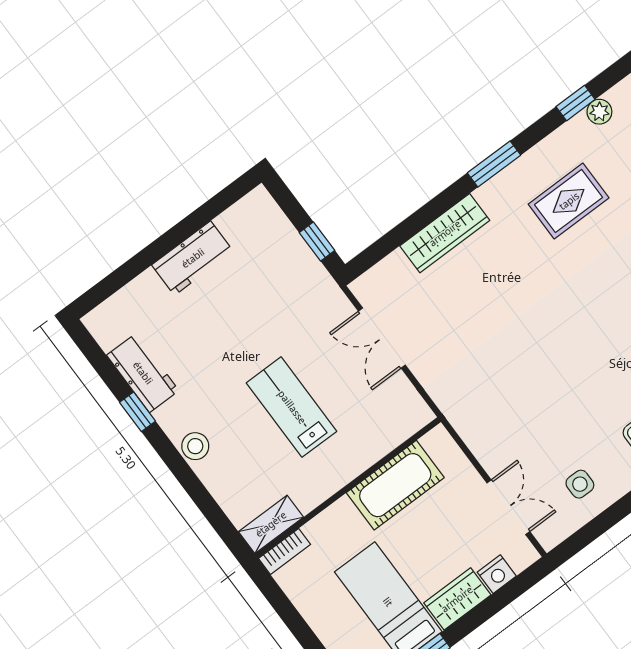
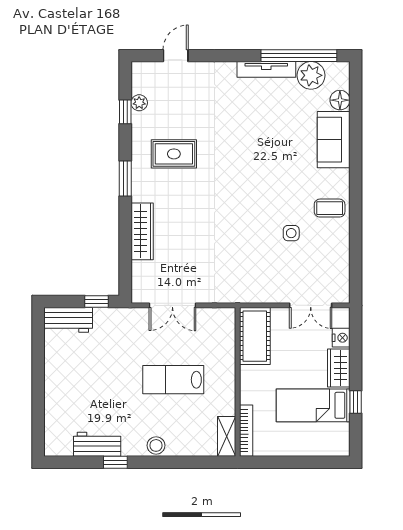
rug: (569, 201) -> (174, 154), turned 90
workbench: (193, 258) -> (68, 320), moved, turned 90
side table: (580, 484) -> (291, 233), moved
cot: (395, 485) -> (255, 336), moved
double door: (508, 507) -> (311, 305), swing flipped
bookcase: (284, 551) -> (246, 431), width x1.56

